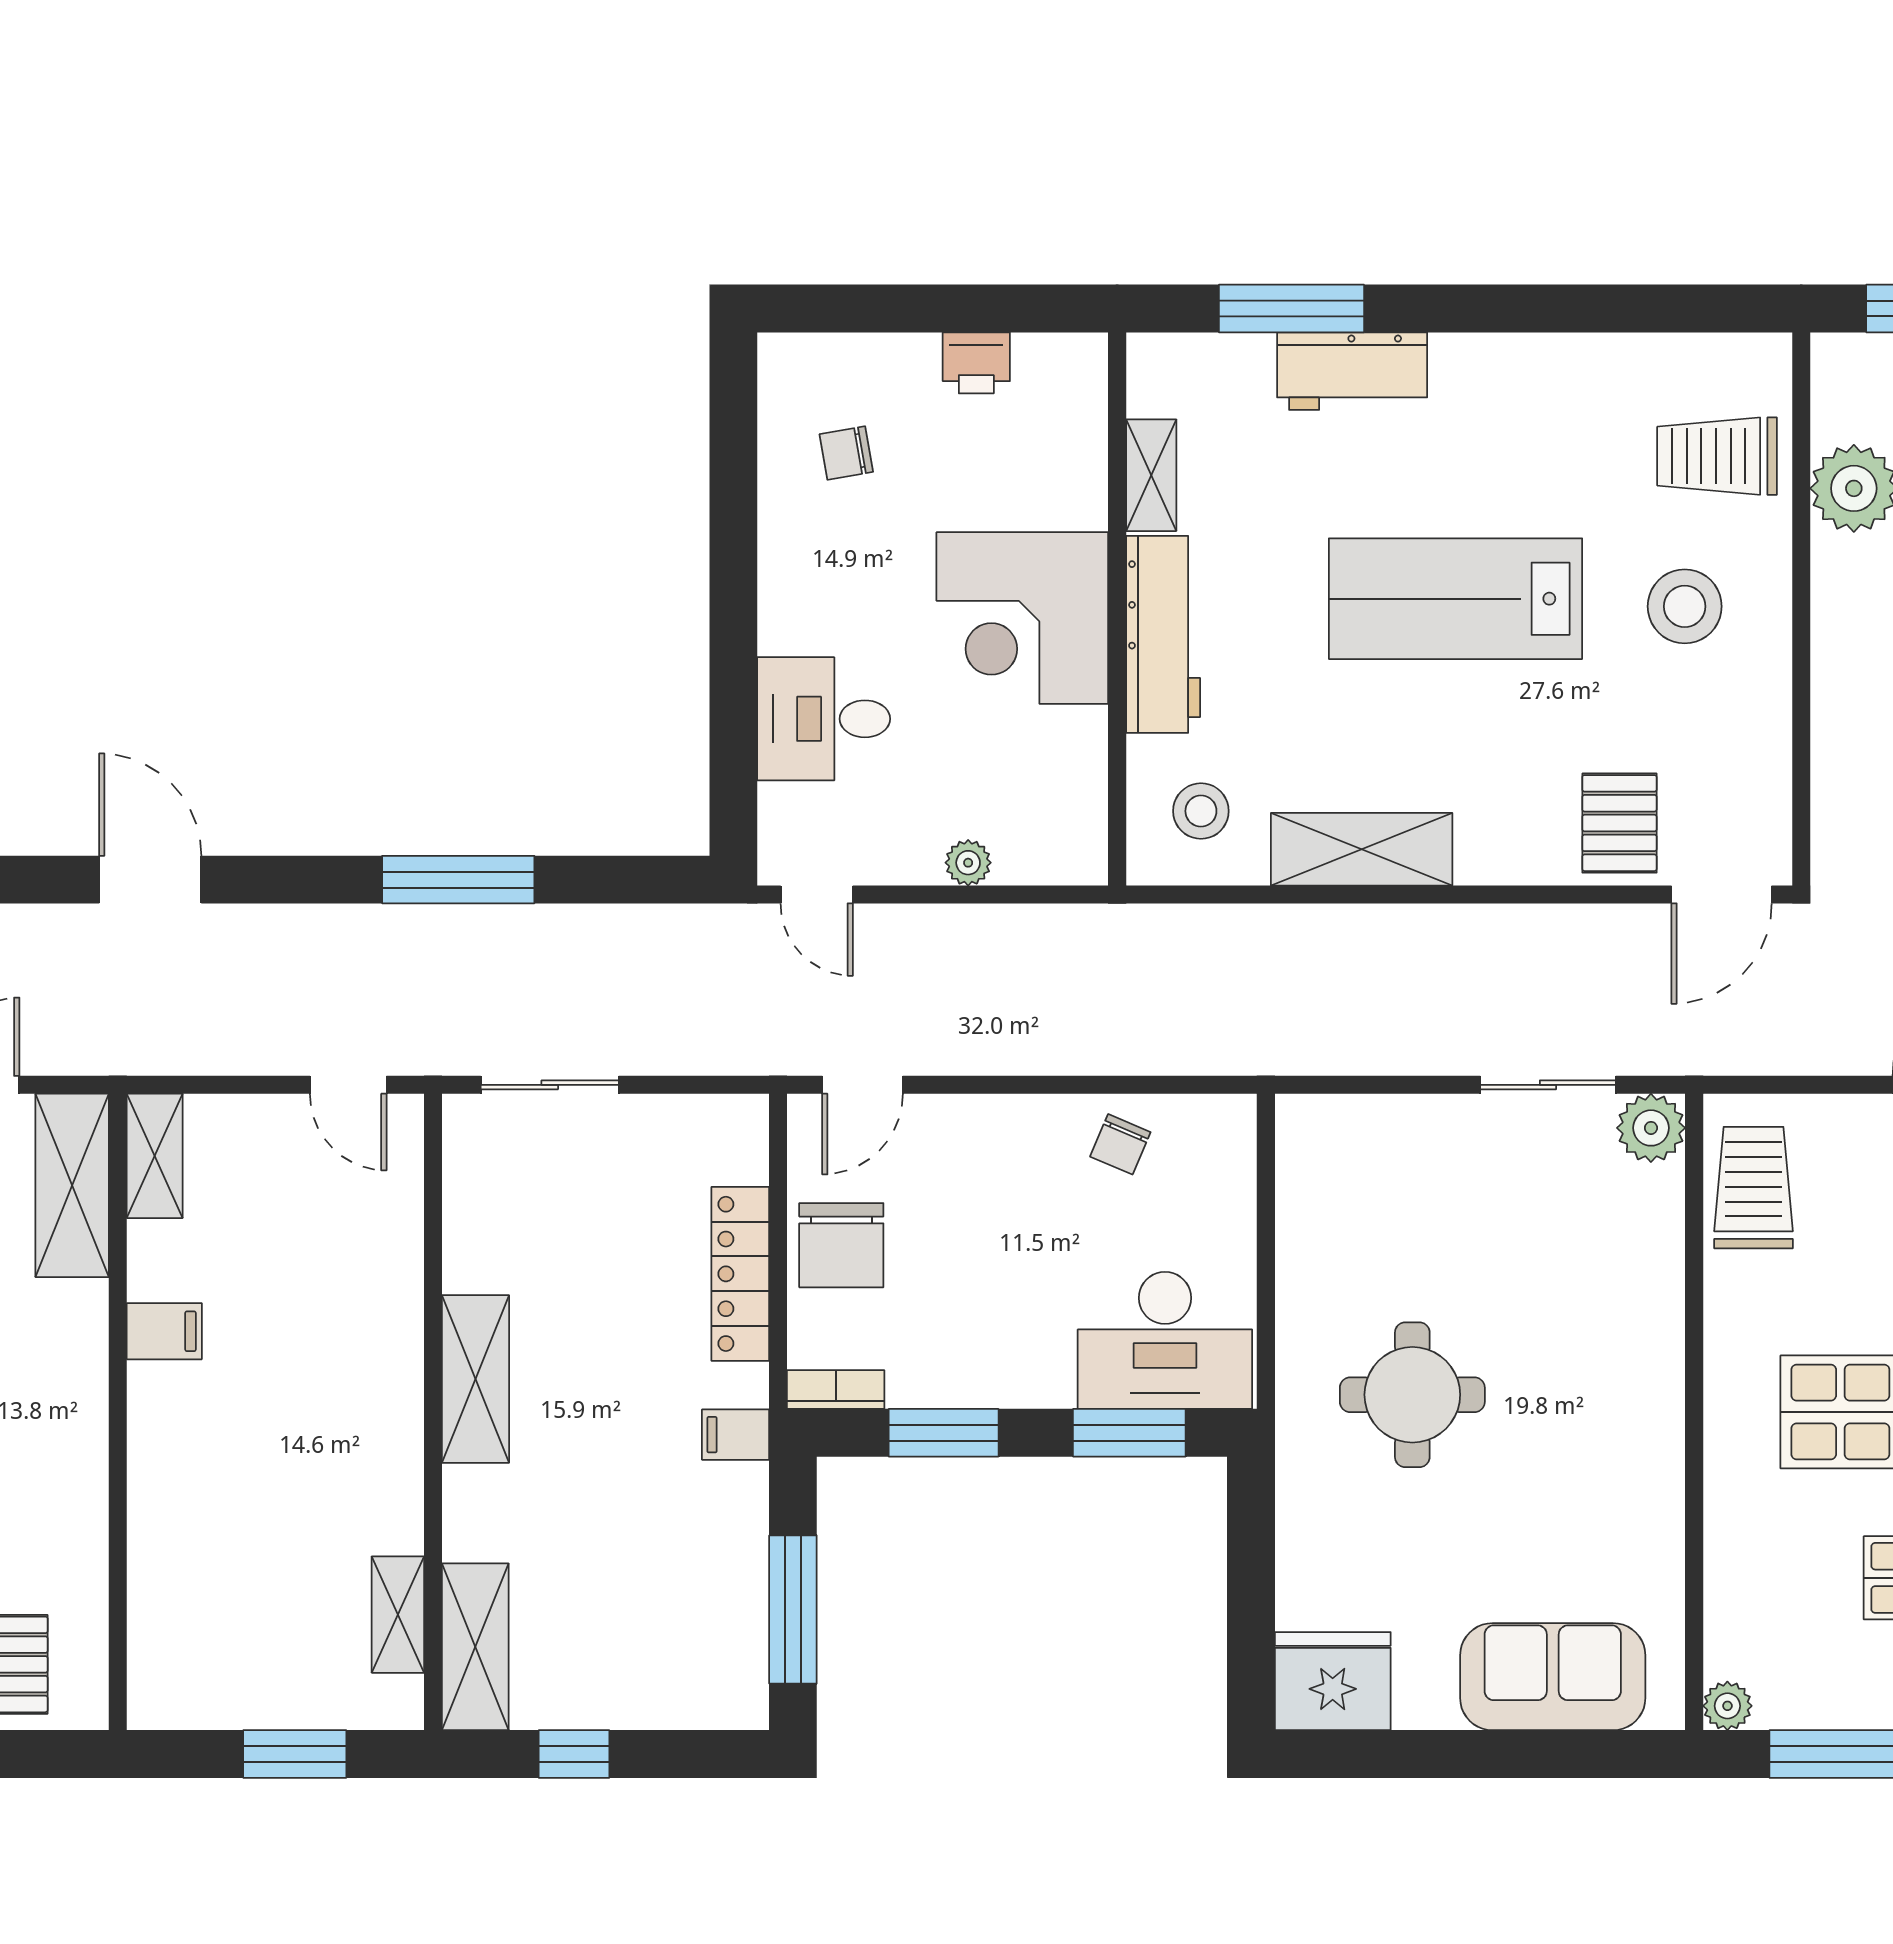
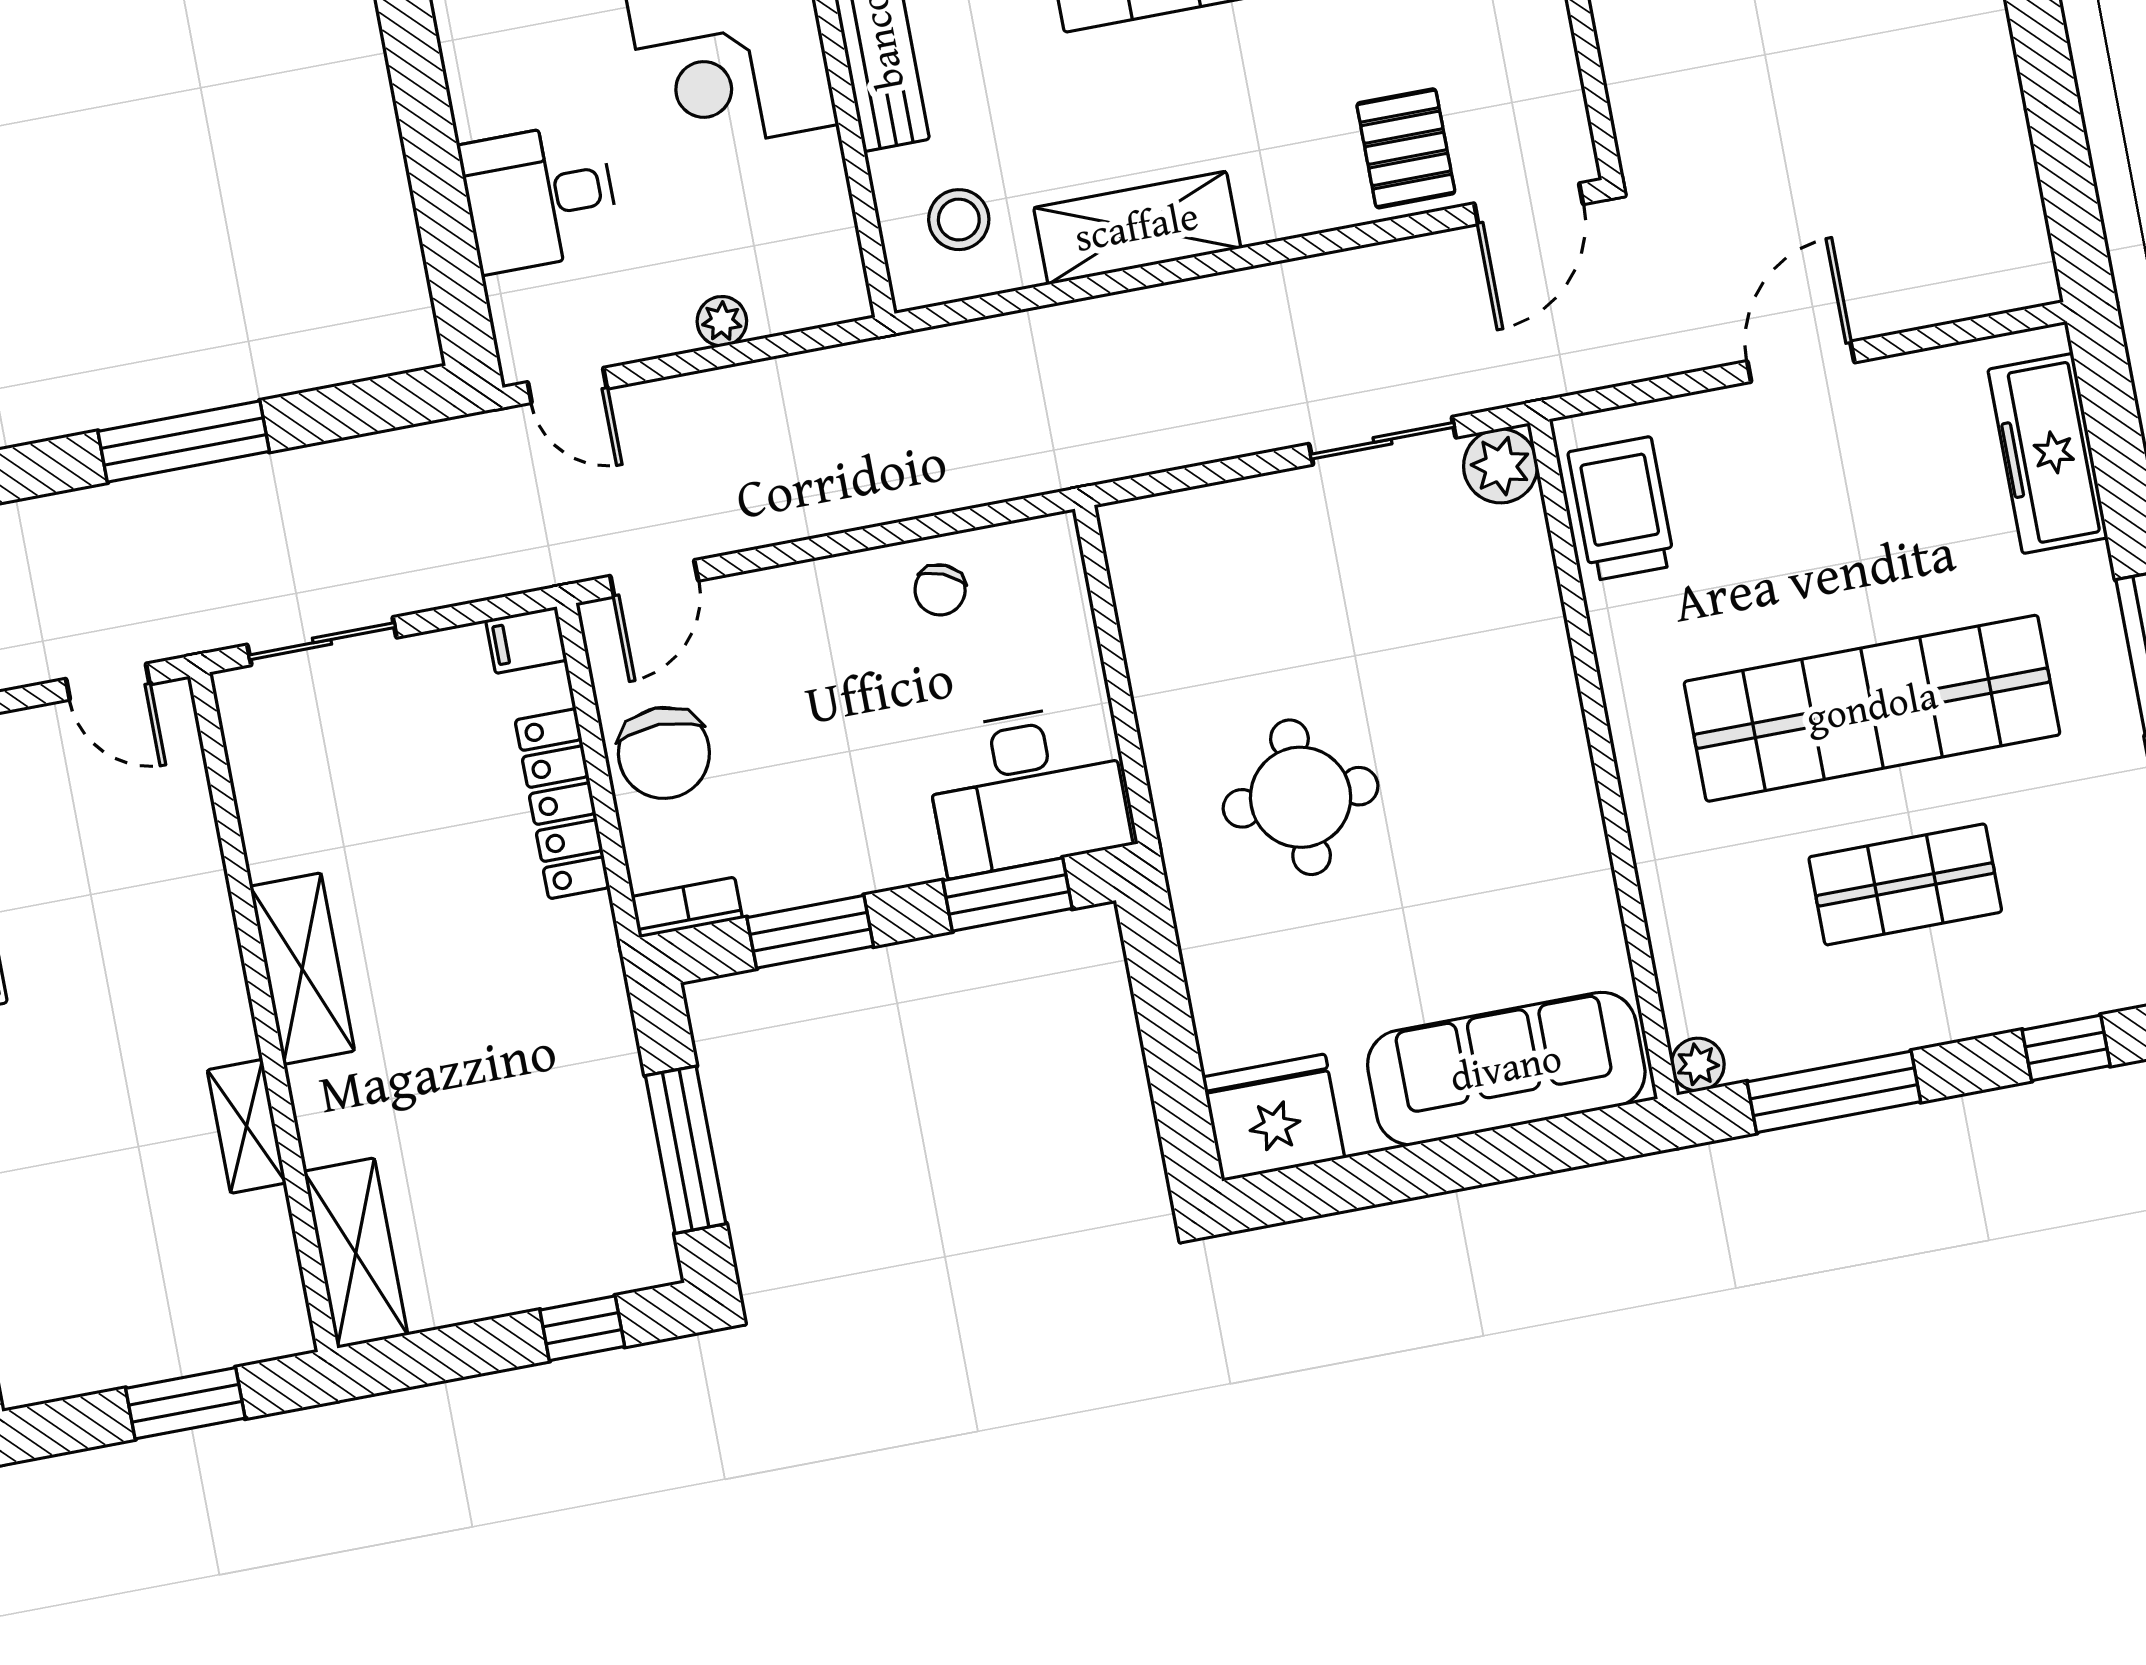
filing cabinet: (736, 1435) -> (526, 640), moved
shelving: (398, 1615) -> (247, 1126), moved
sofa: (1553, 1677) -> (1506, 1069), width x1.36
window: (574, 1754) -> (582, 1328), moved

